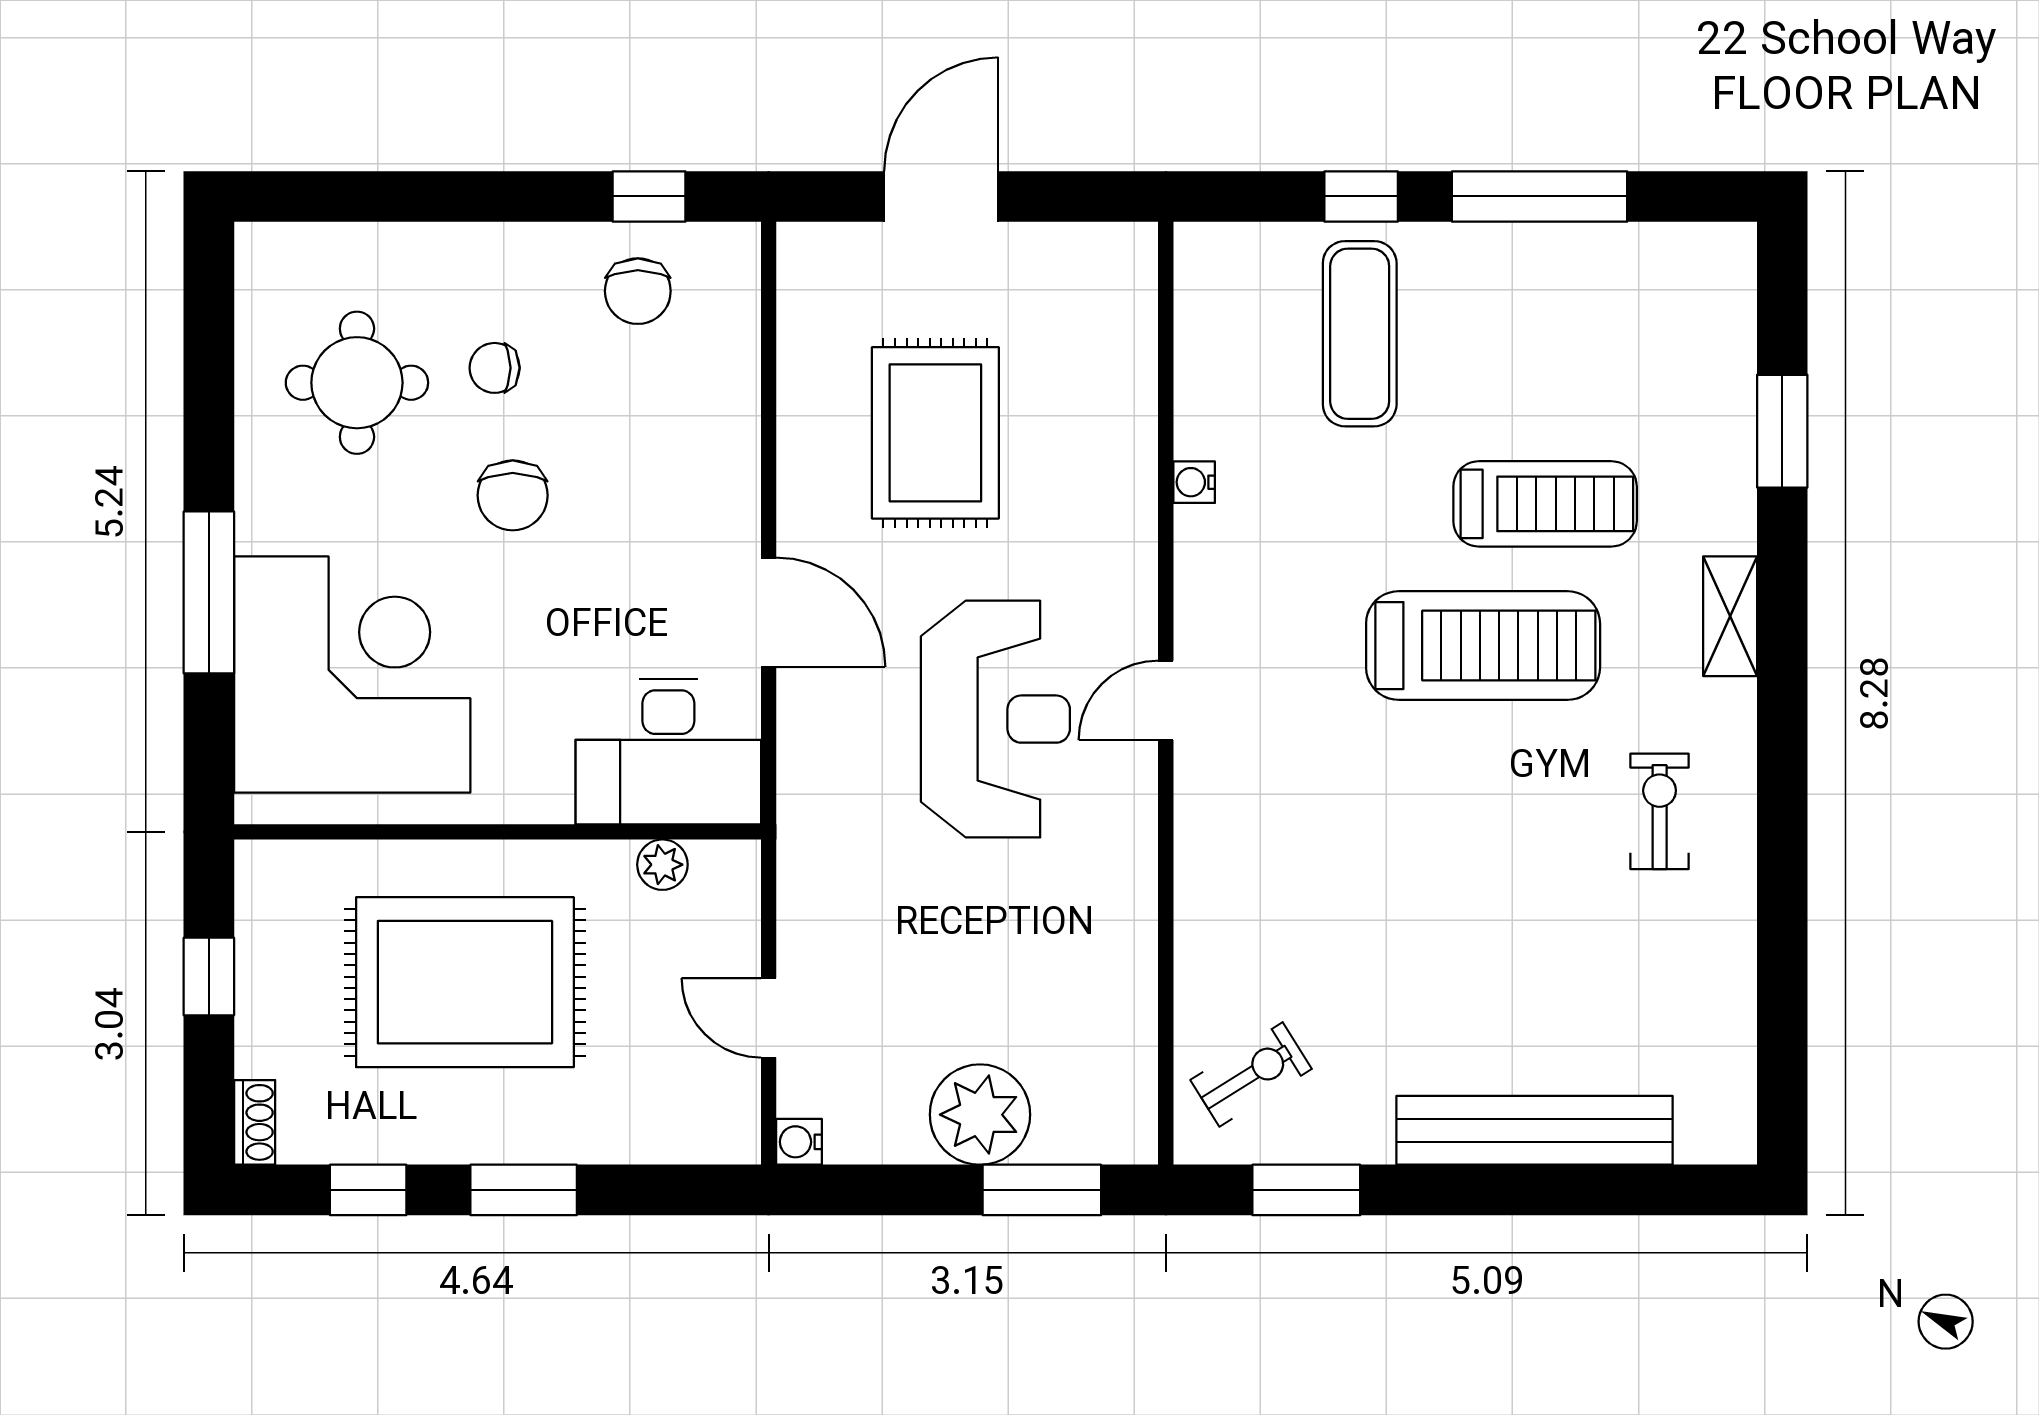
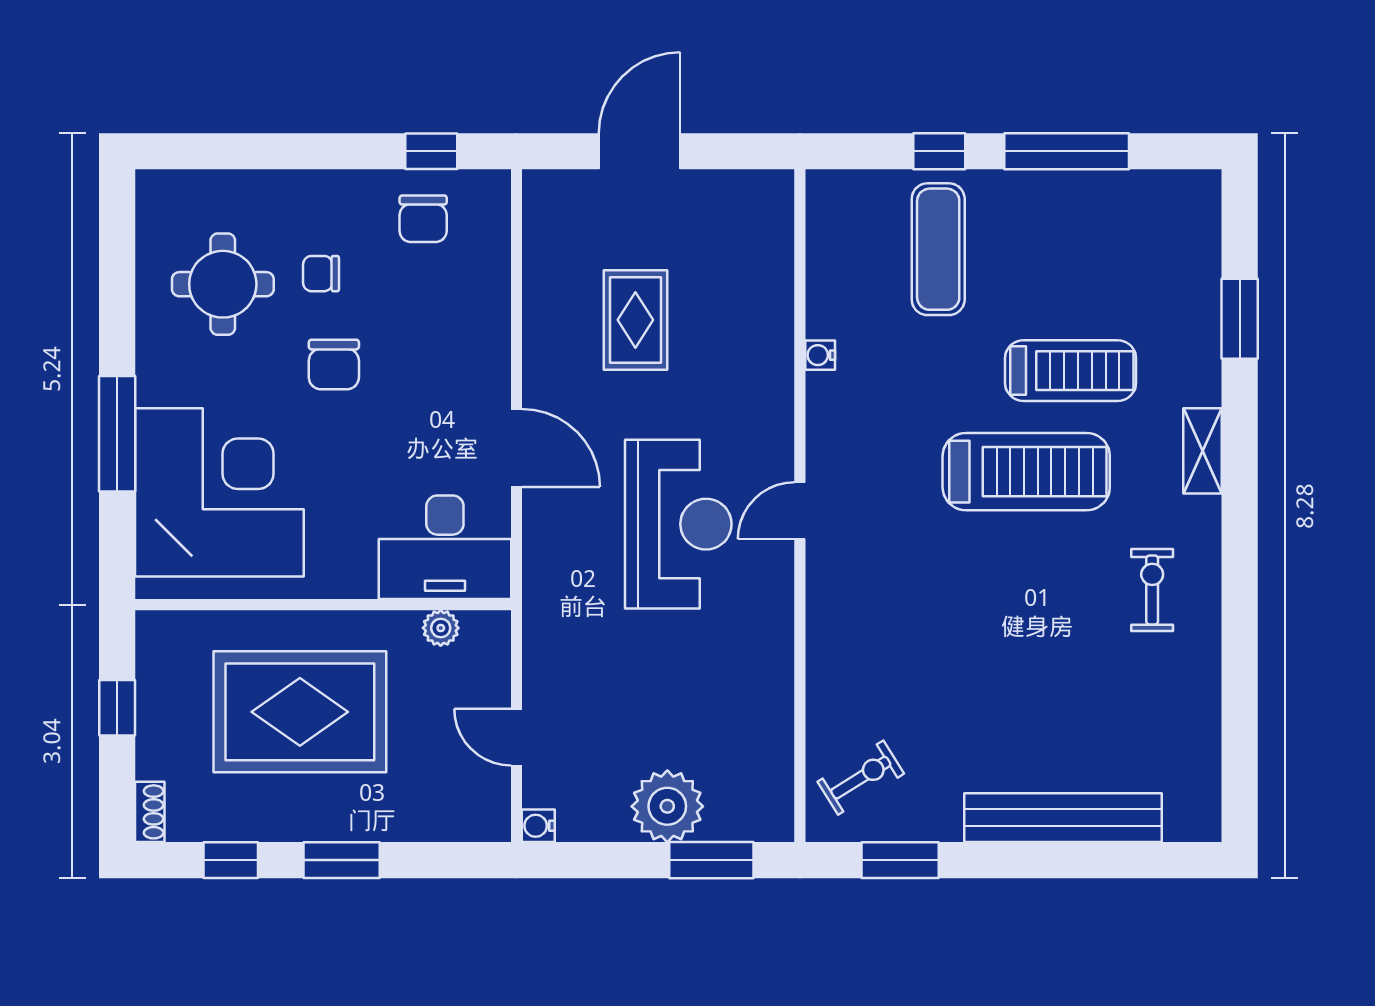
rug: (935, 433) -> (635, 320), width x0.73, depth x0.70

